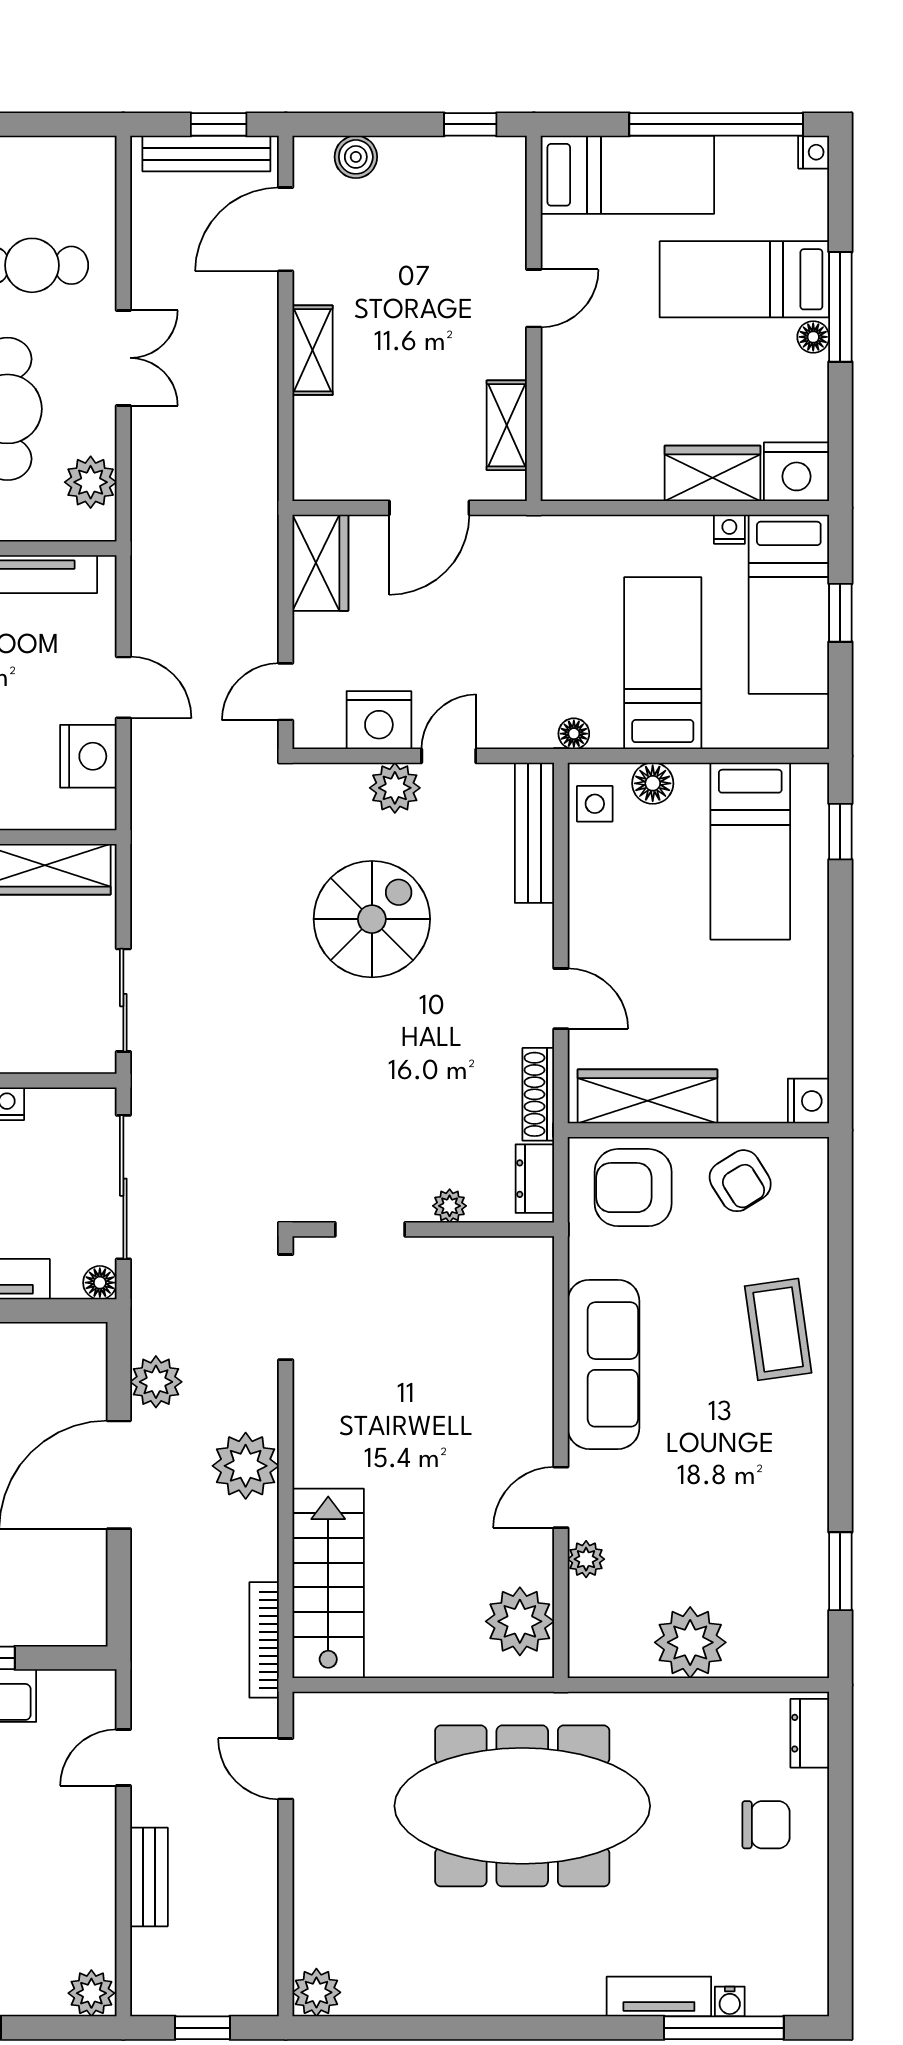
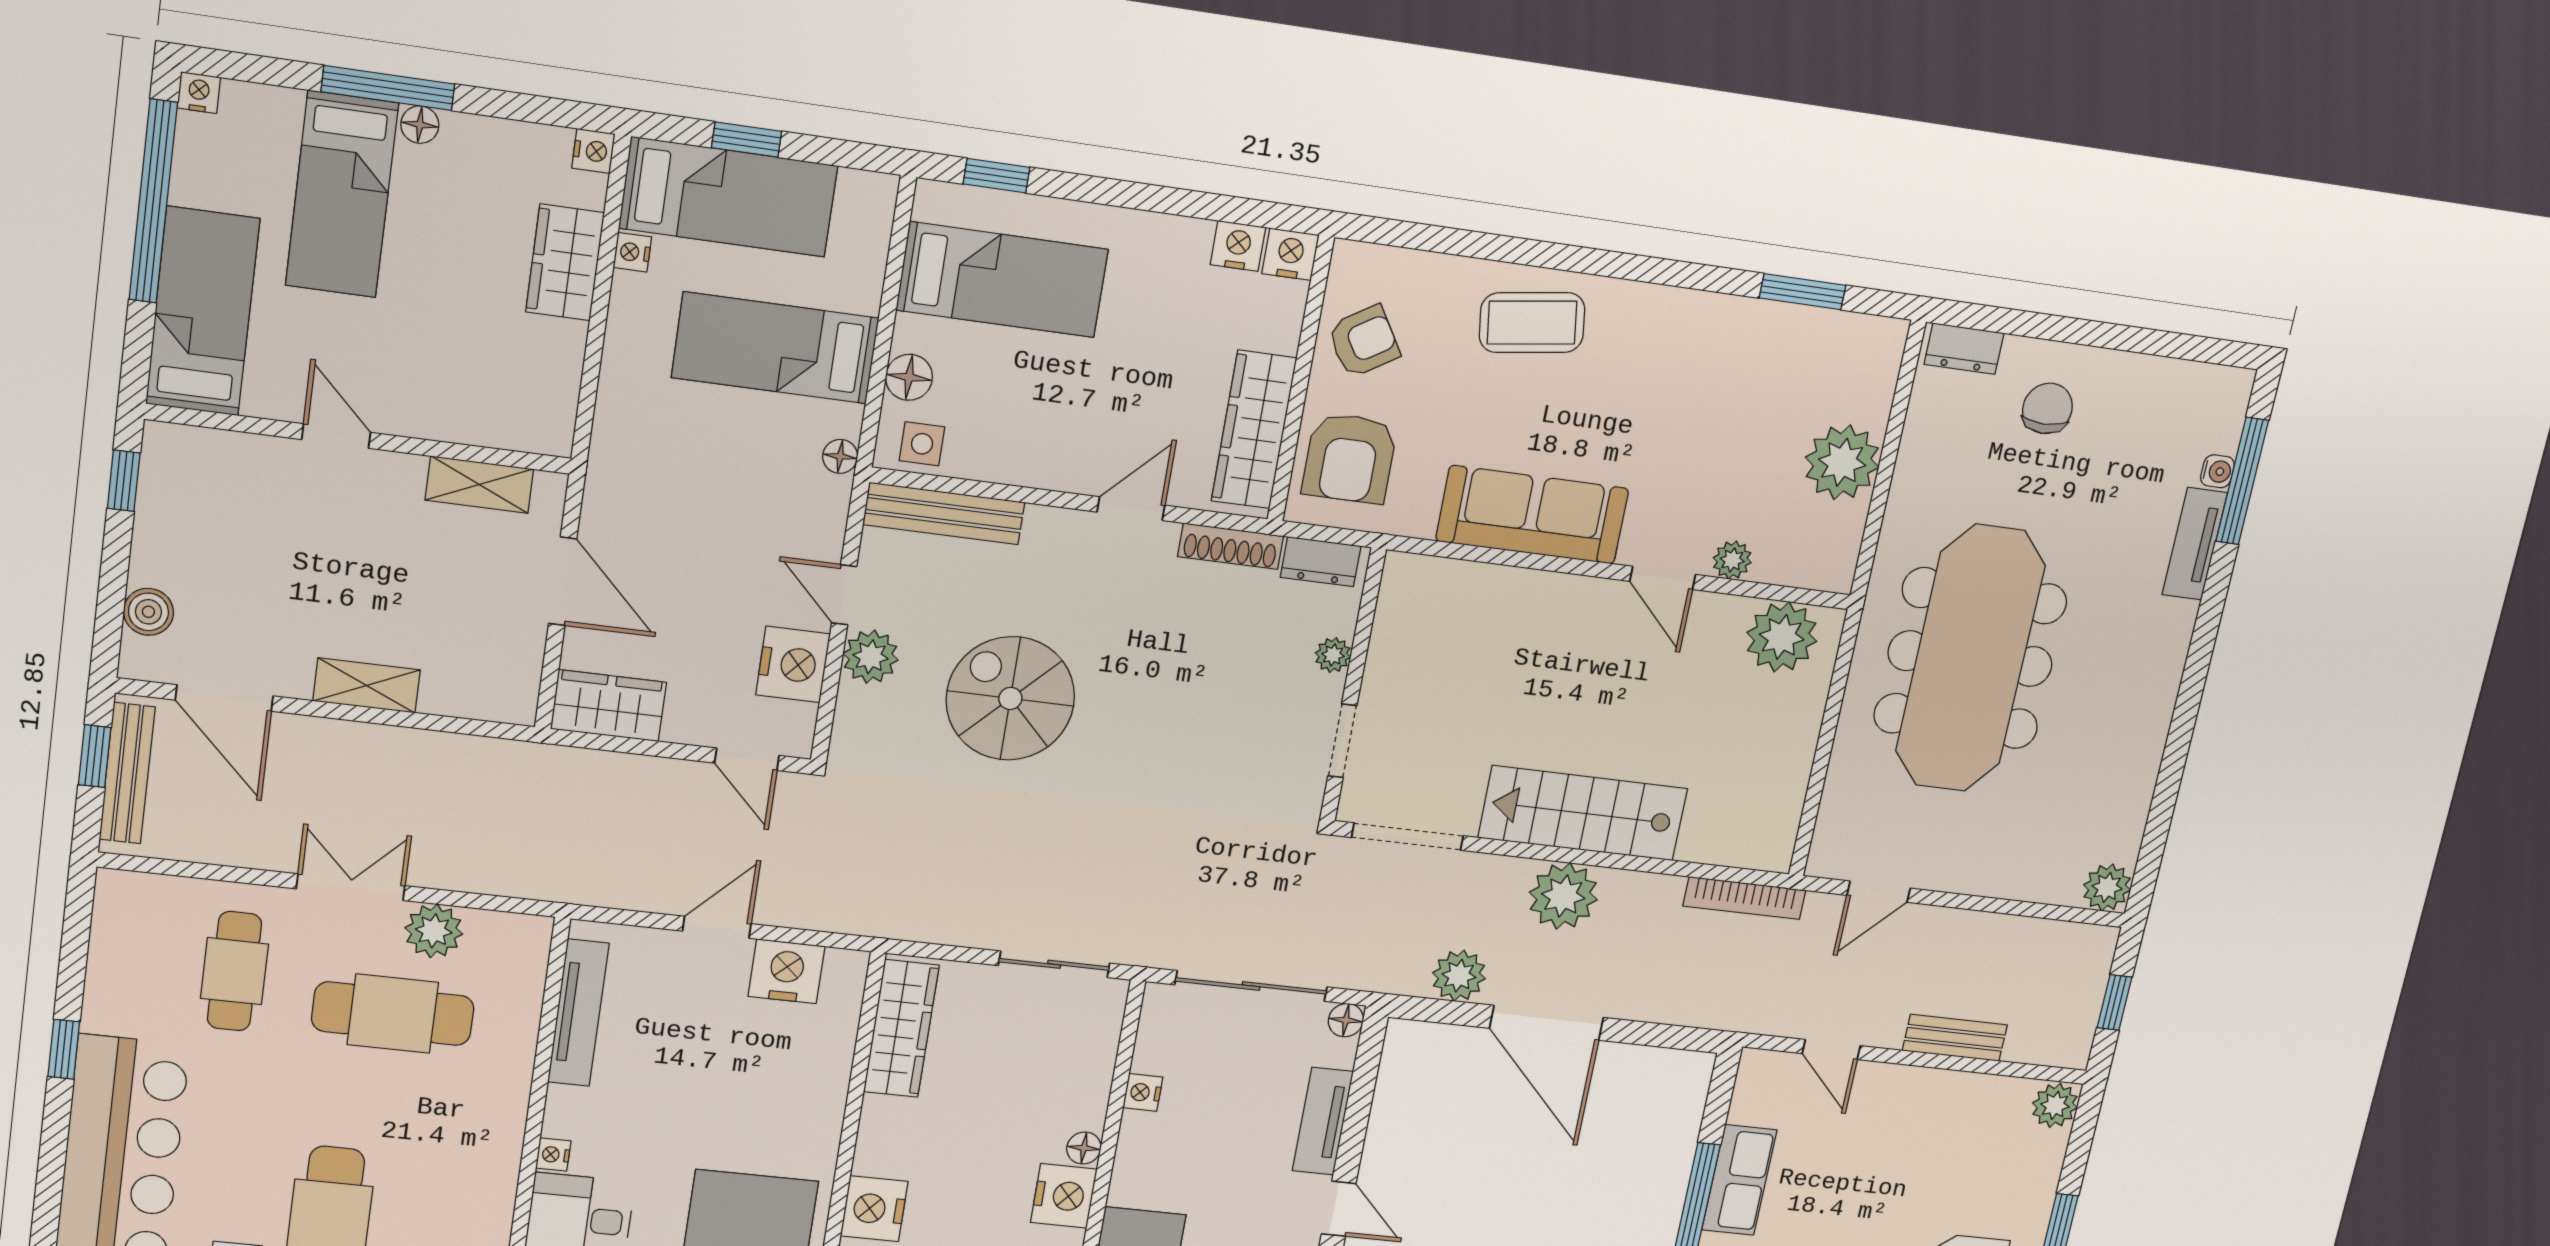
nightstand: (797, 472) -> (593, 151), width x0.53, depth x0.56
plant: (91, 482) -> (434, 931), moved
nightstand: (809, 1053) -> (1238, 246), added
stairs: (328, 1583) -> (1583, 813), moved

